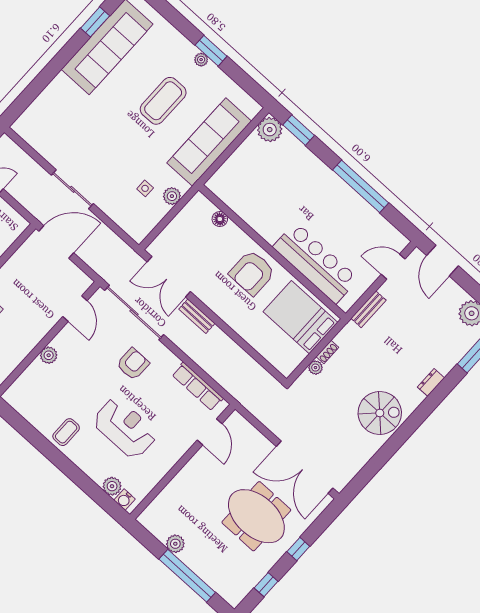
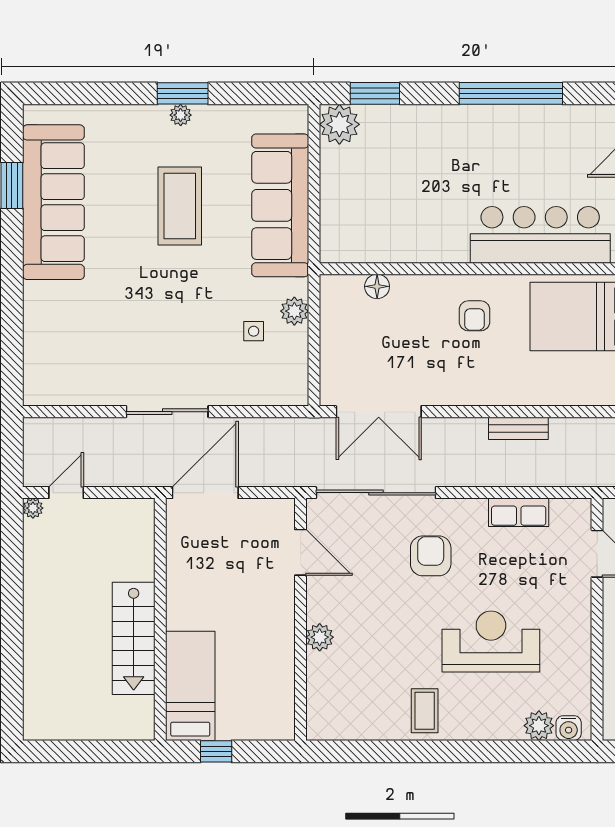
armchair: (252, 273) -> (474, 316), width x0.53, depth x0.53
bench: (197, 316) -> (518, 428), moved
row of seats: (198, 386) -> (519, 512), width x0.68

